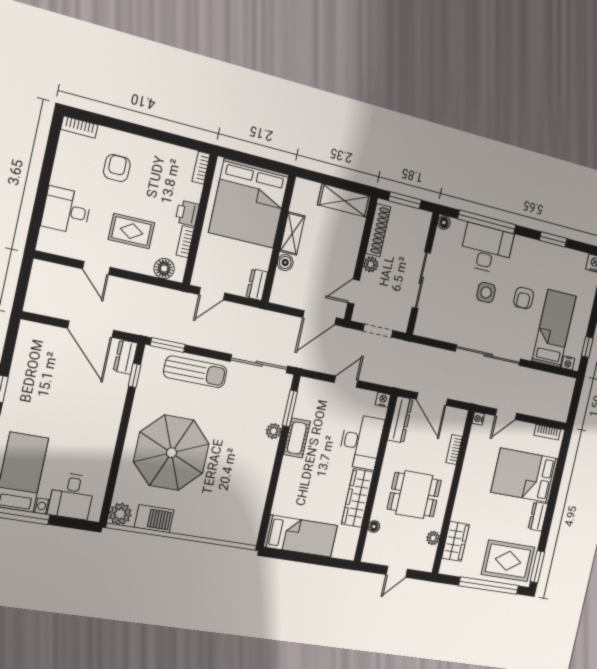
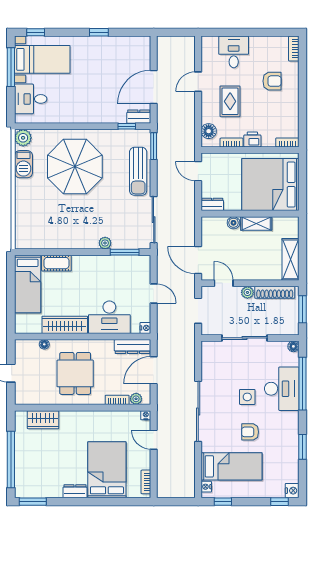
cot: (297, 438) -> (56, 263), moved
plant: (433, 538) -> (136, 399), moved
rug: (508, 561) -> (34, 472), removed

